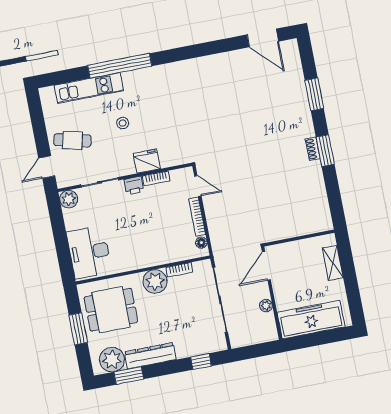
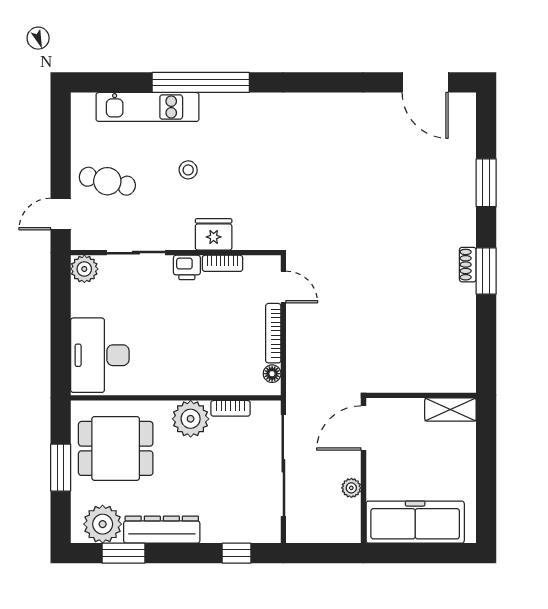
shelving: (333, 263) -> (450, 410), moved, turned 90

